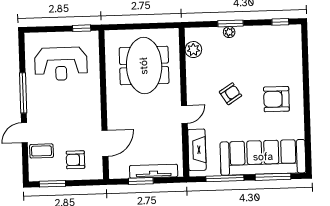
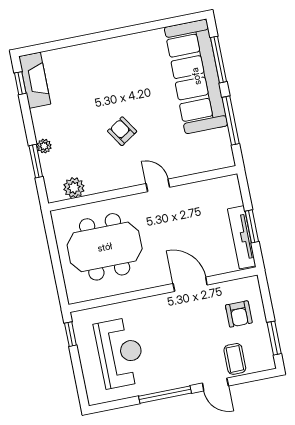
window: (231, 23) -> (36, 161), moved
armchair: (276, 99) -> (119, 72), removed
door: (105, 143) -> (190, 284), moved
fireplace: (197, 150) -> (35, 80), moved, turned 90
tv unit: (154, 171) -> (242, 237), moved

